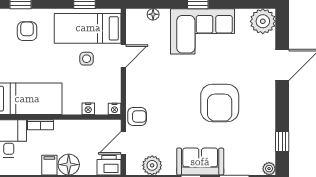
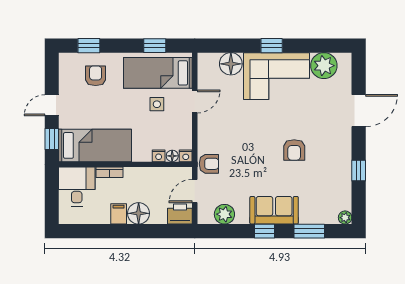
floor lamp: (153, 14) -> (231, 64), width x1.89, depth x1.89
plant: (263, 21) -> (324, 66), moved
armchair: (220, 103) -> (294, 150), width x0.53, depth x0.53
floor lamp: (101, 109) -> (172, 156), added
window: (282, 142) -> (359, 170), moved

